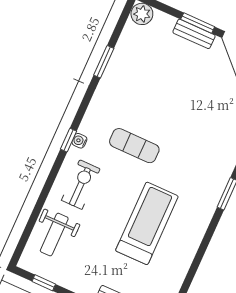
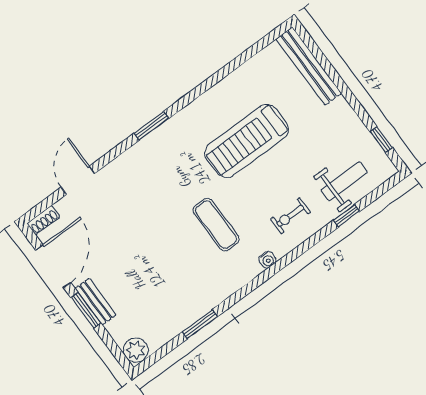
window: (68, 140) -> (346, 216), moved
exercise bike: (81, 185) -> (290, 216), width x0.73, depth x0.72

